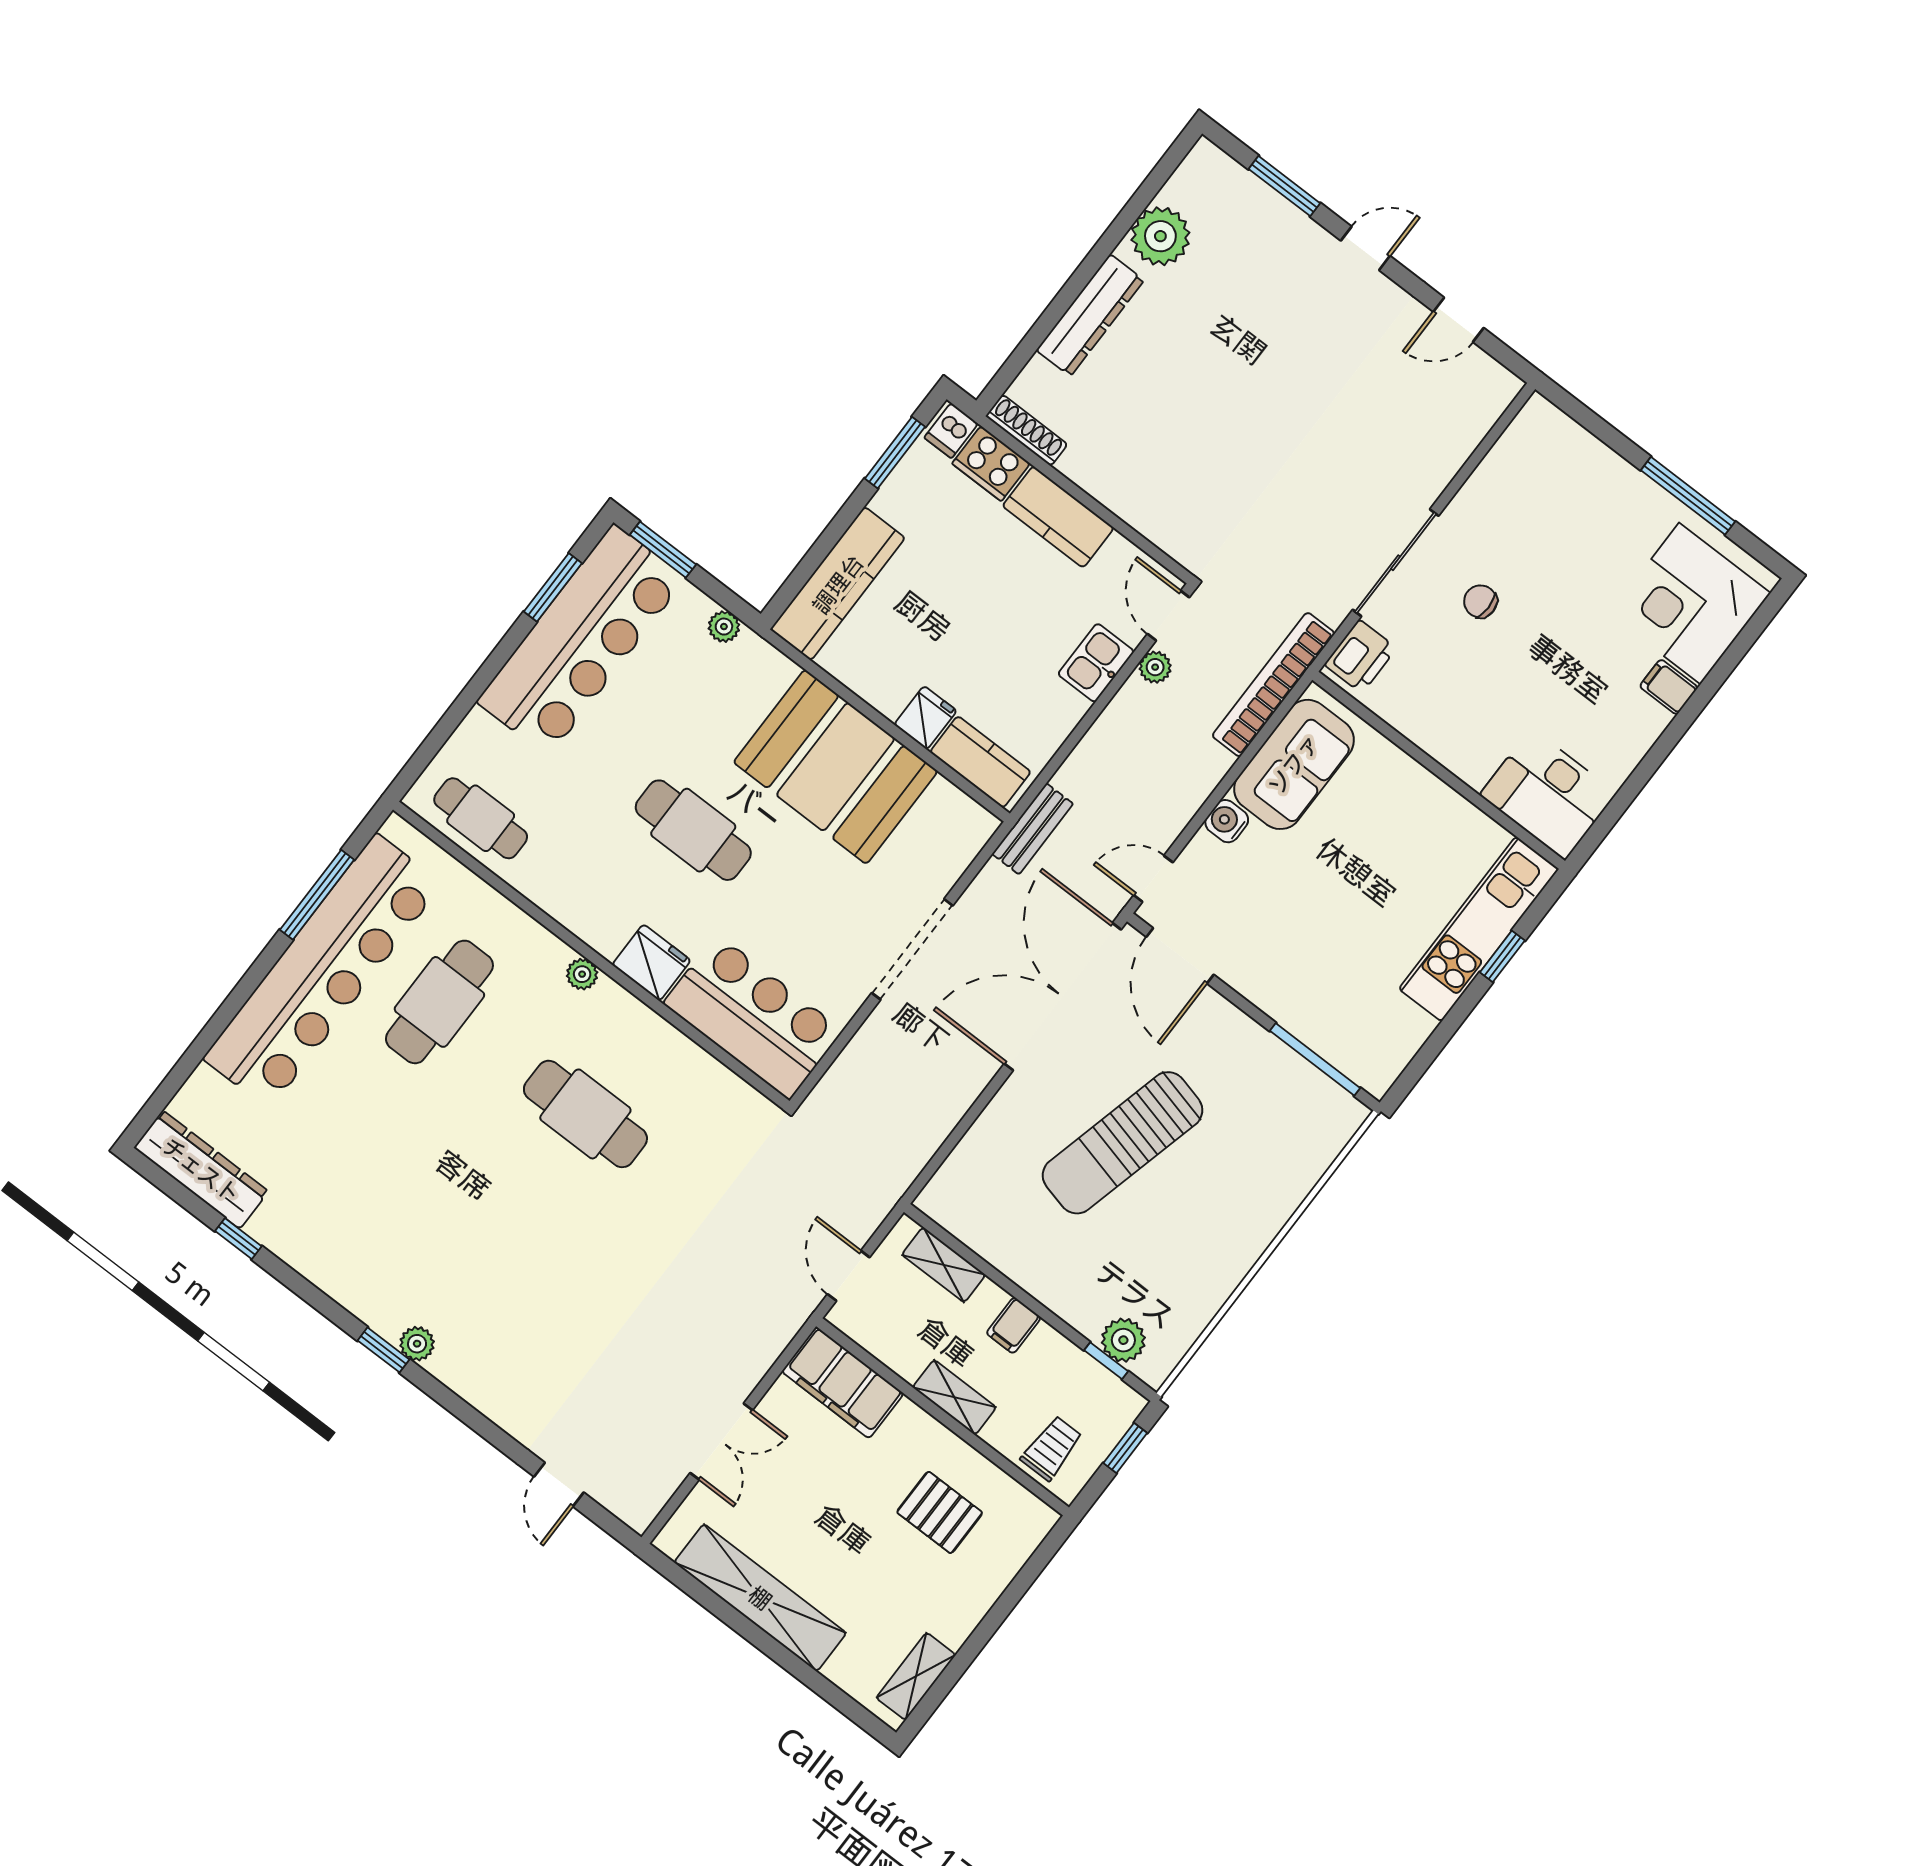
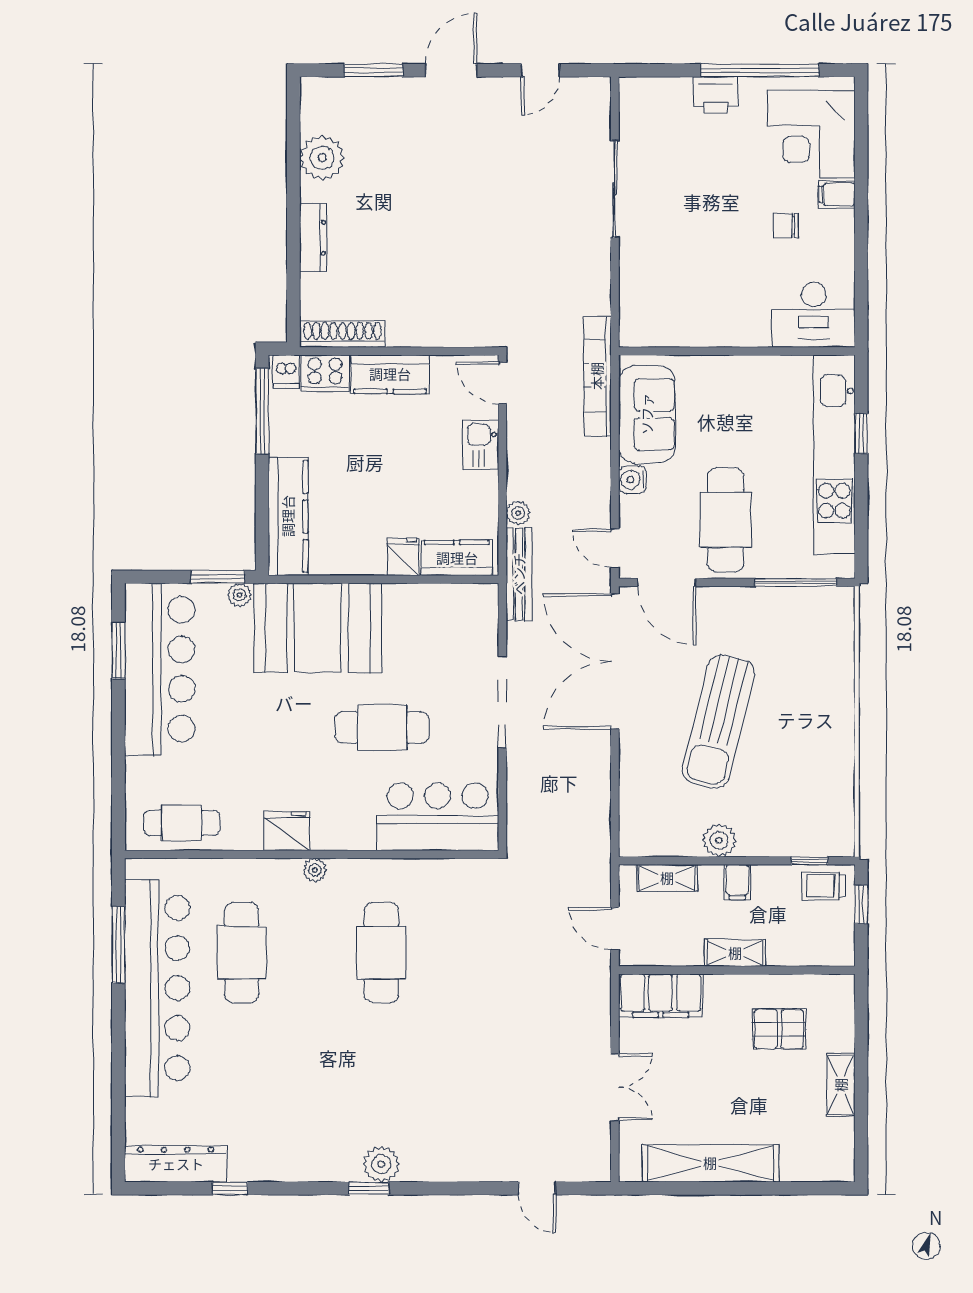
door: (1365, 248) -> (451, 70), width x1.38
dresser: (1090, 315) -> (313, 238), width x0.73, depth x0.80
shoe rack: (1027, 430) -> (342, 334), width x1.36, depth x1.24
window: (895, 453) -> (262, 411), width x1.44
window: (1688, 496) -> (760, 70), width x1.46
window: (663, 550) -> (218, 577), moved
sliding door: (1396, 563) -> (615, 189), moved
chair: (1480, 601) -> (786, 225), moved
printer: (1360, 656) -> (716, 95), moved, turned 90
plant: (1155, 667) -> (518, 513), moved
booth: (836, 767) -> (318, 628), moved
bench: (1033, 829) -> (519, 574), width x1.36
cafe table: (693, 830) -> (382, 727), moved
door: (1153, 879) -> (615, 548), hinge flipped
kitchen unit: (1479, 929) -> (834, 455), width x1.36
cafe table: (1292, 938) -> (726, 520), added
fridge: (651, 963) -> (287, 831), moved
cafe table: (585, 1114) -> (381, 953), turned 90
plant: (1123, 1340) -> (719, 840), moved
plant: (417, 1344) -> (381, 1164), width x1.38, depth x1.38
trolley: (1052, 1448) -> (824, 886), moved, turned -90
shelving: (916, 1676) -> (841, 1085), moved

